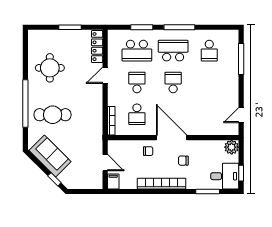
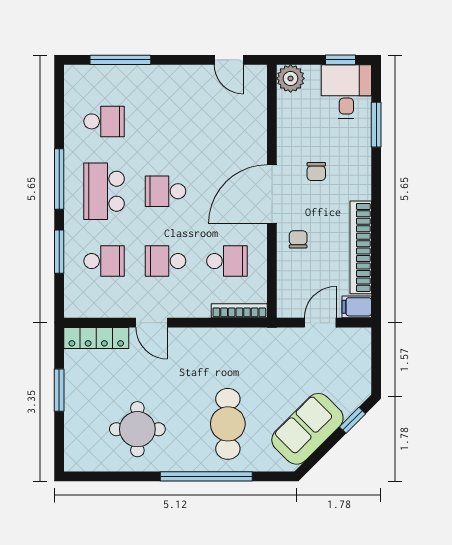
school desk: (137, 51) -> (104, 261), width x0.54
bookcase: (162, 184) -> (361, 247), moved

